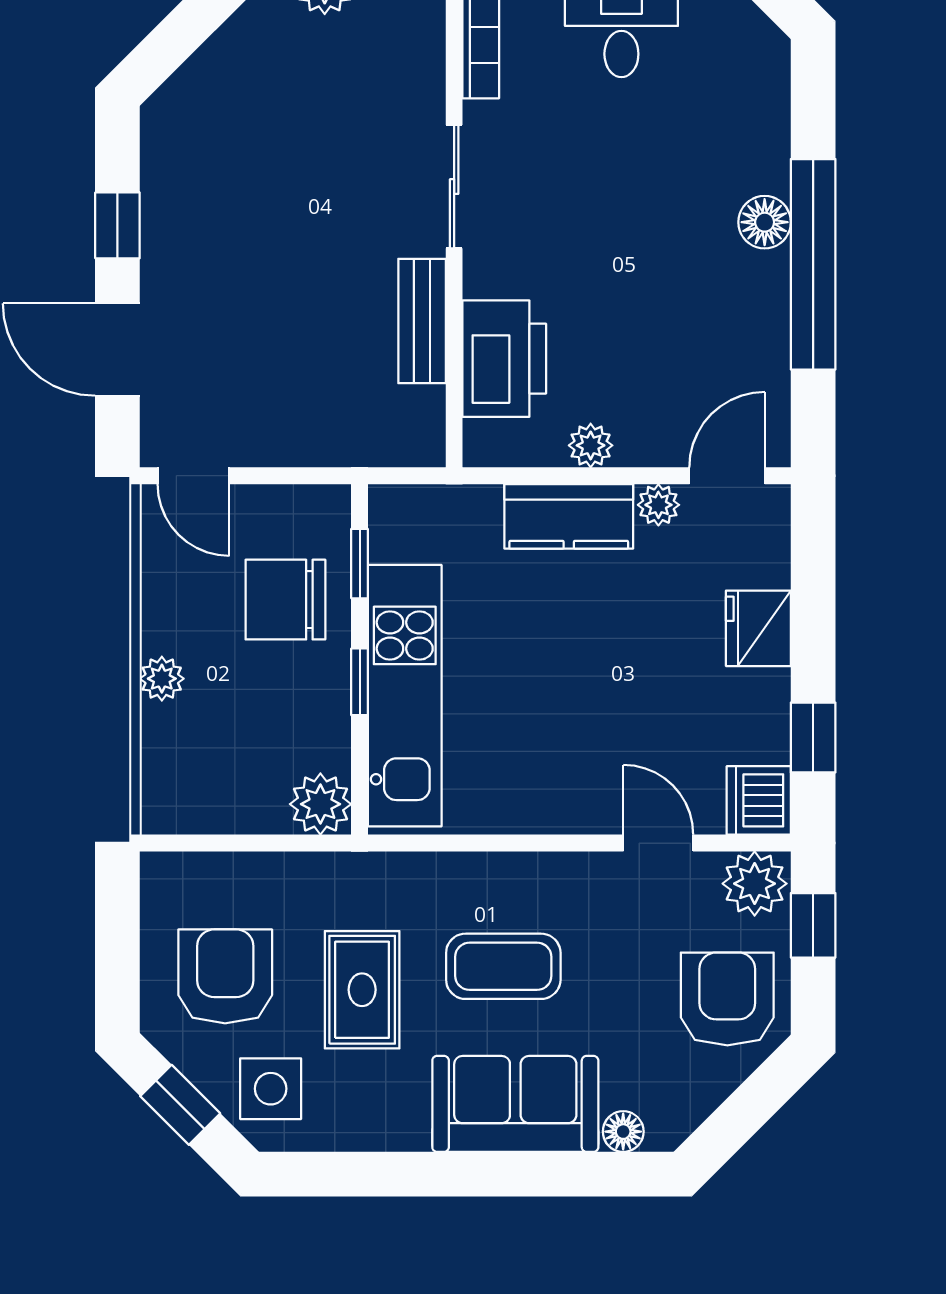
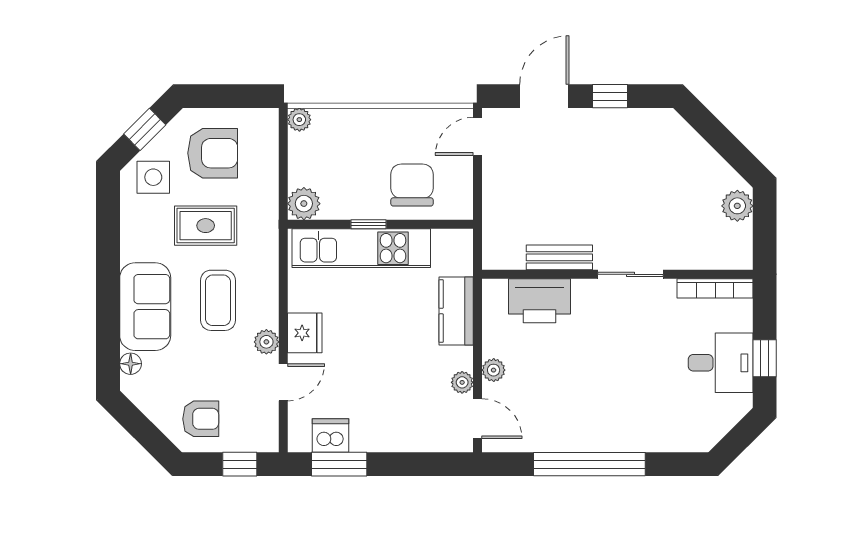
floor lamp: (765, 222) -> (612, 439), removed
plant: (591, 445) -> (494, 370), moved
kitchen counter: (569, 516) -> (456, 311), moved
window: (360, 564) -> (431, 224), removed
fridge: (758, 628) -> (305, 333), moved, turned 90
plant: (162, 679) -> (299, 120), moved
window: (813, 737) -> (339, 464), width x1.50
dishwasher: (759, 800) -> (330, 435), moved
plant: (755, 884) -> (266, 342), moved, width x0.73, depth x0.73
armchair: (727, 999) -> (201, 419), width x0.72, depth x0.72

